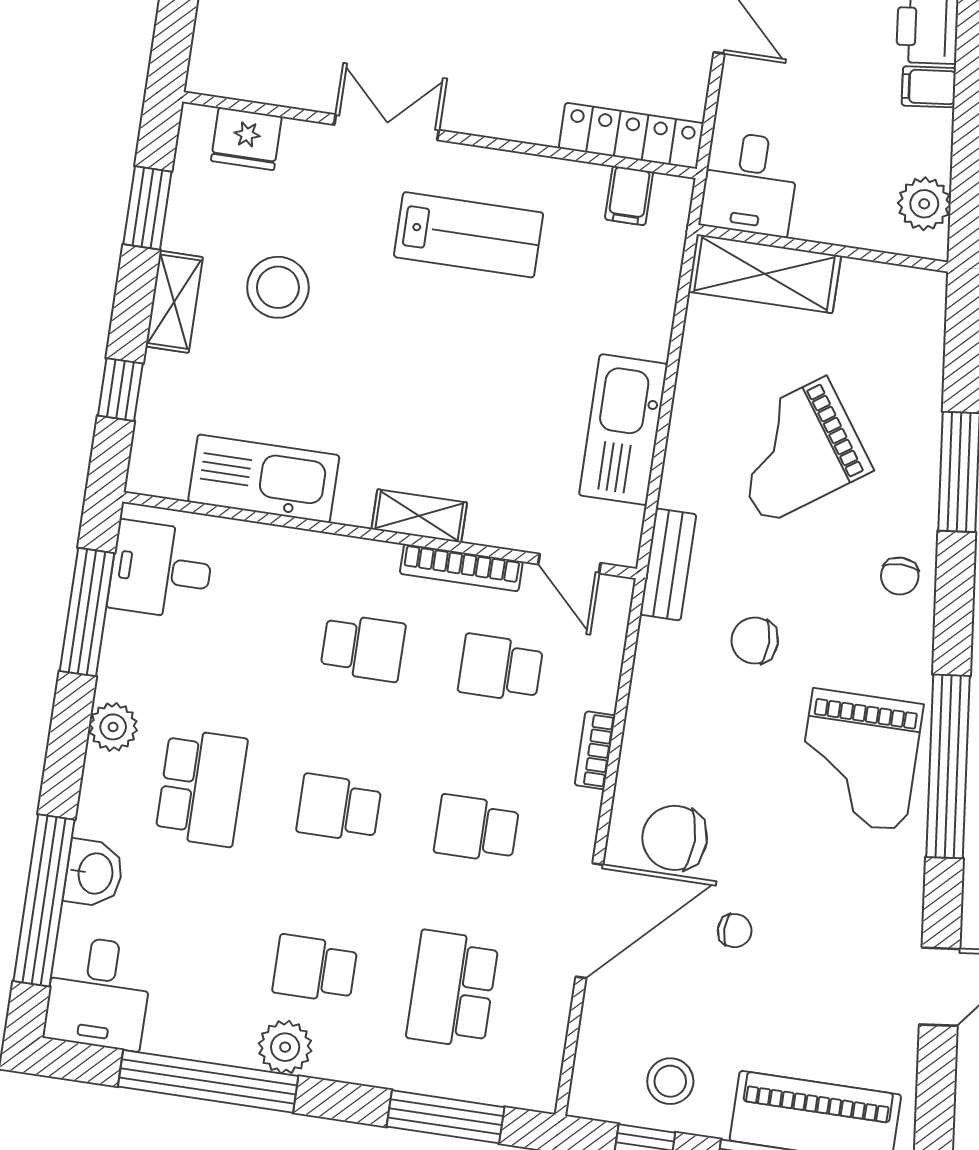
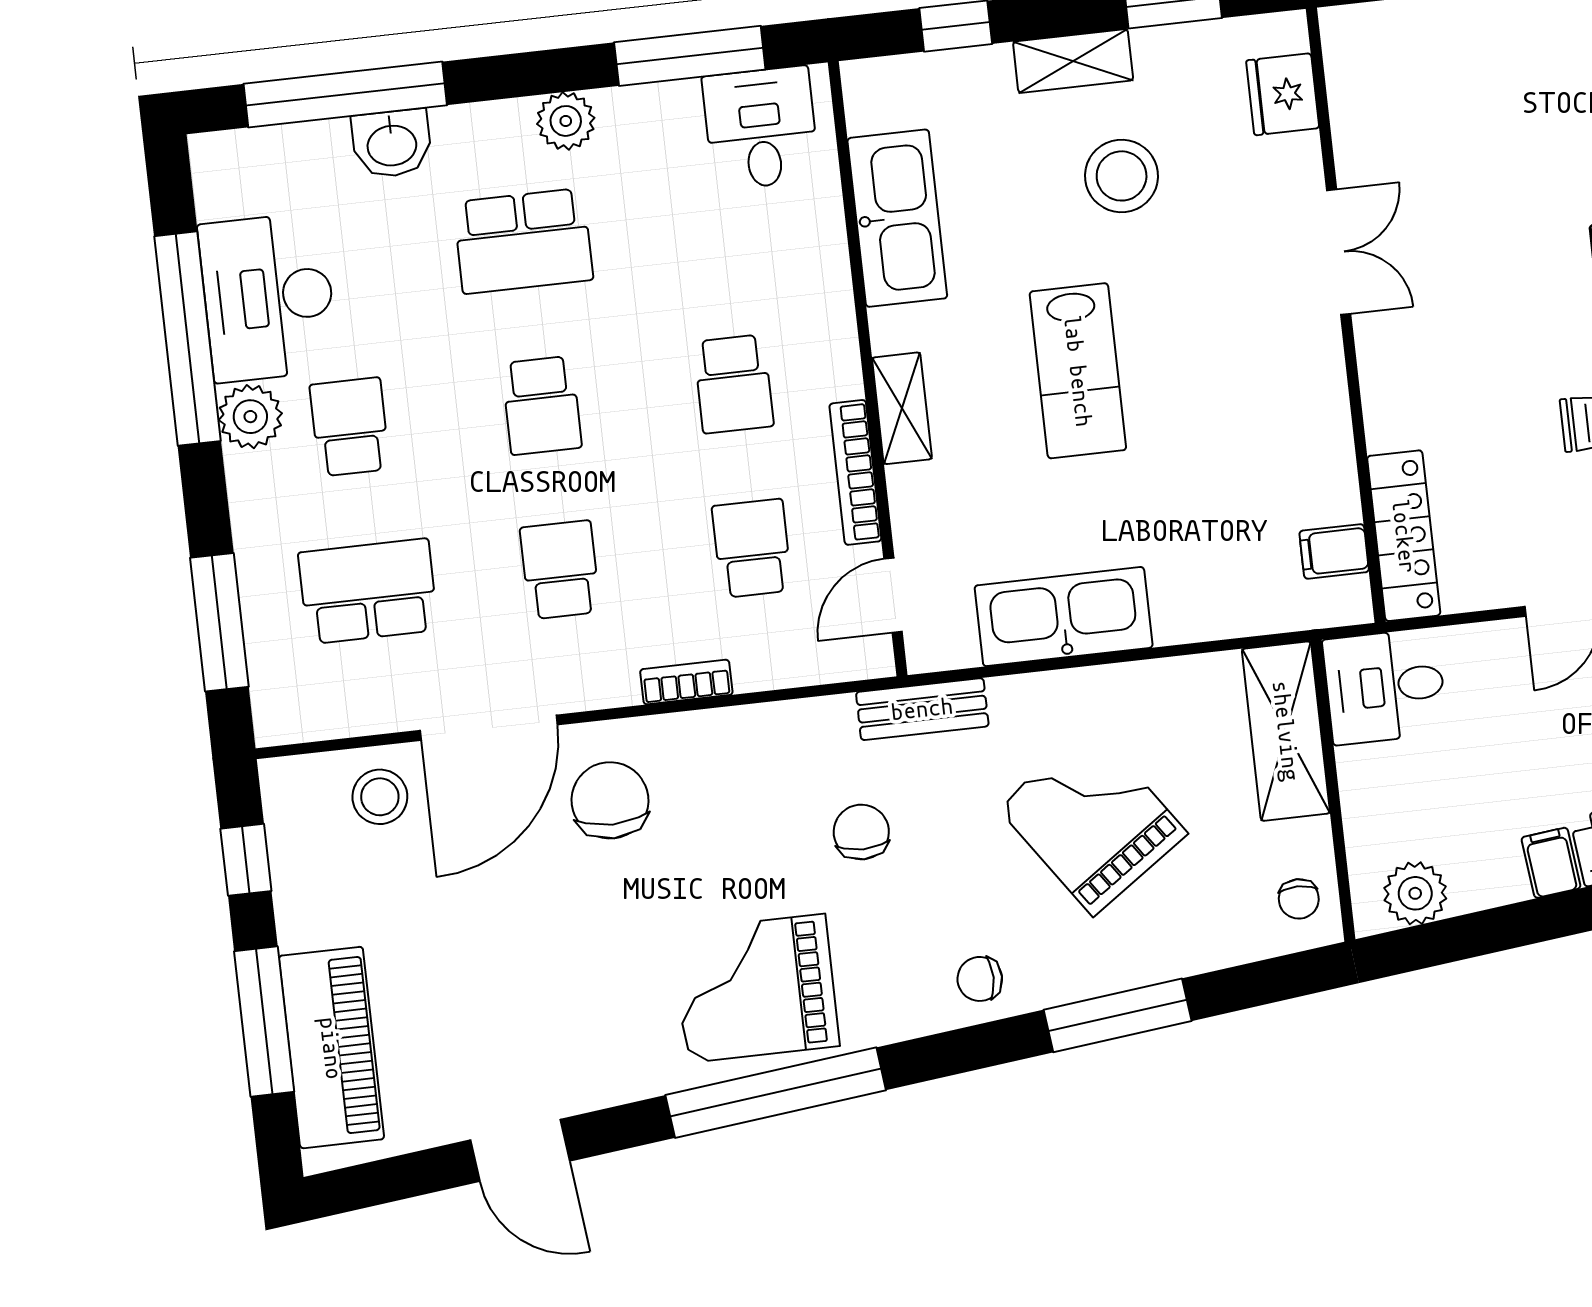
lab bench: (469, 235) -> (1078, 371), moved
school desk: (339, 808) -> (542, 405), turned 180
door: (589, 921) -> (489, 728), hinge flipped
chair: (735, 931) -> (1299, 899), moved
desk: (98, 993) -> (268, 297), moved, width x1.37
stool: (670, 1081) -> (380, 797), moved

